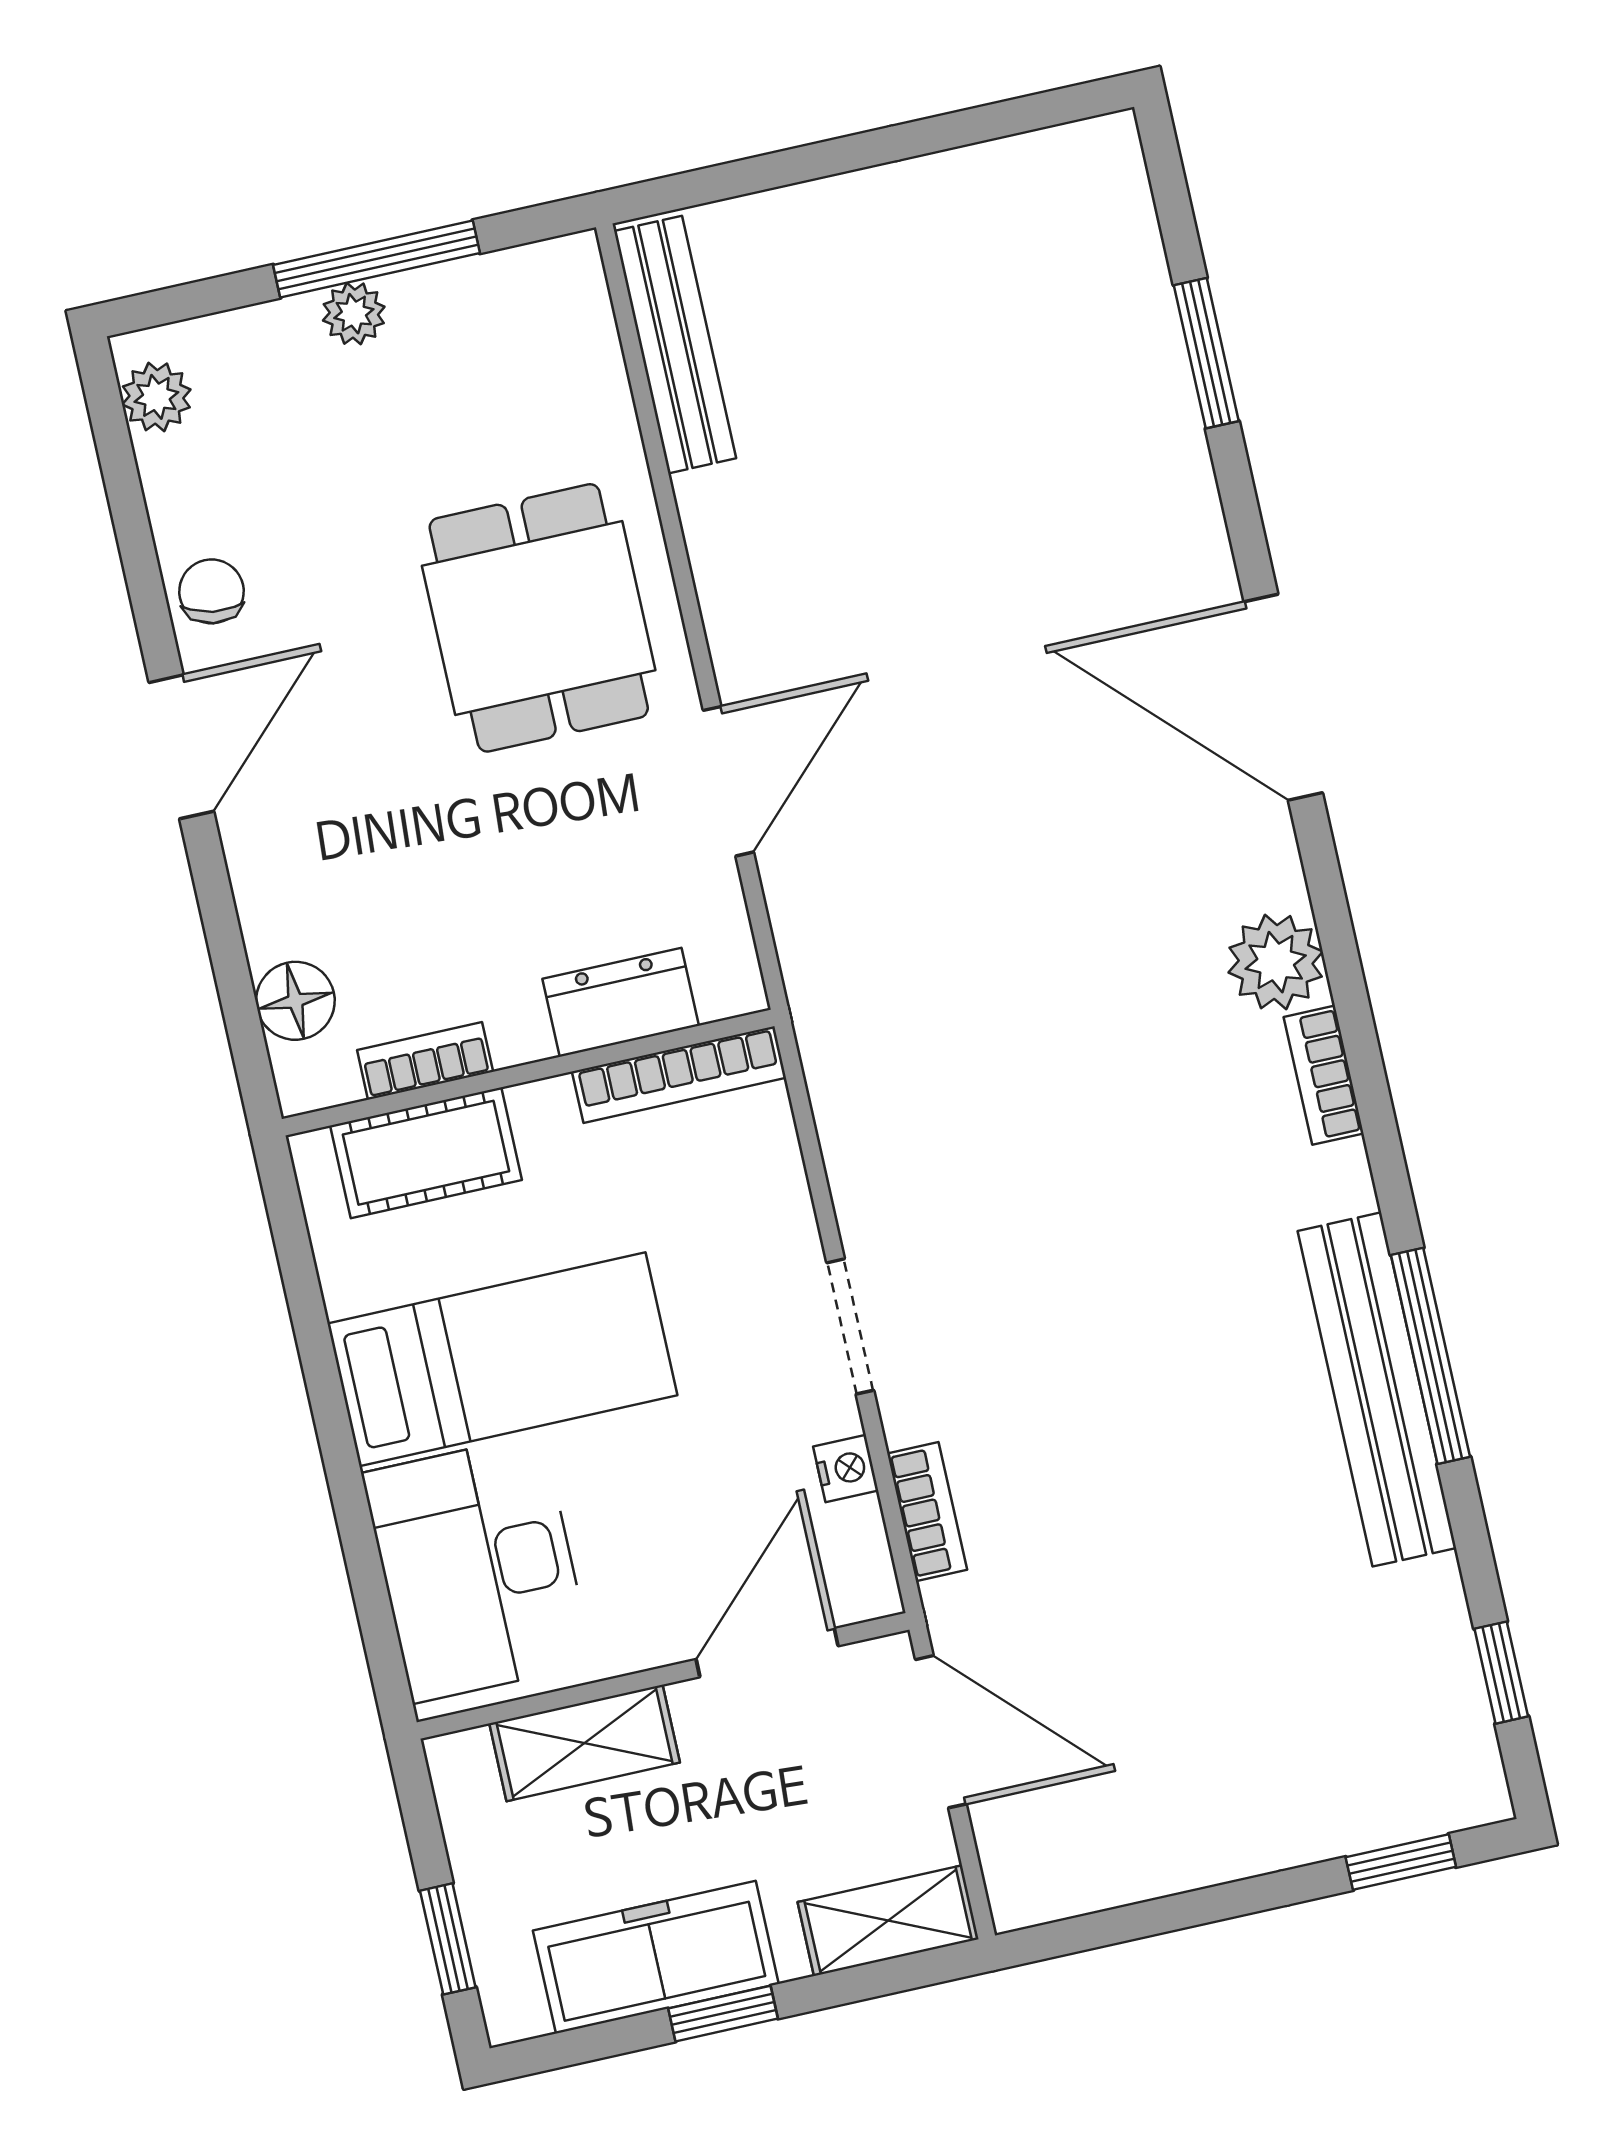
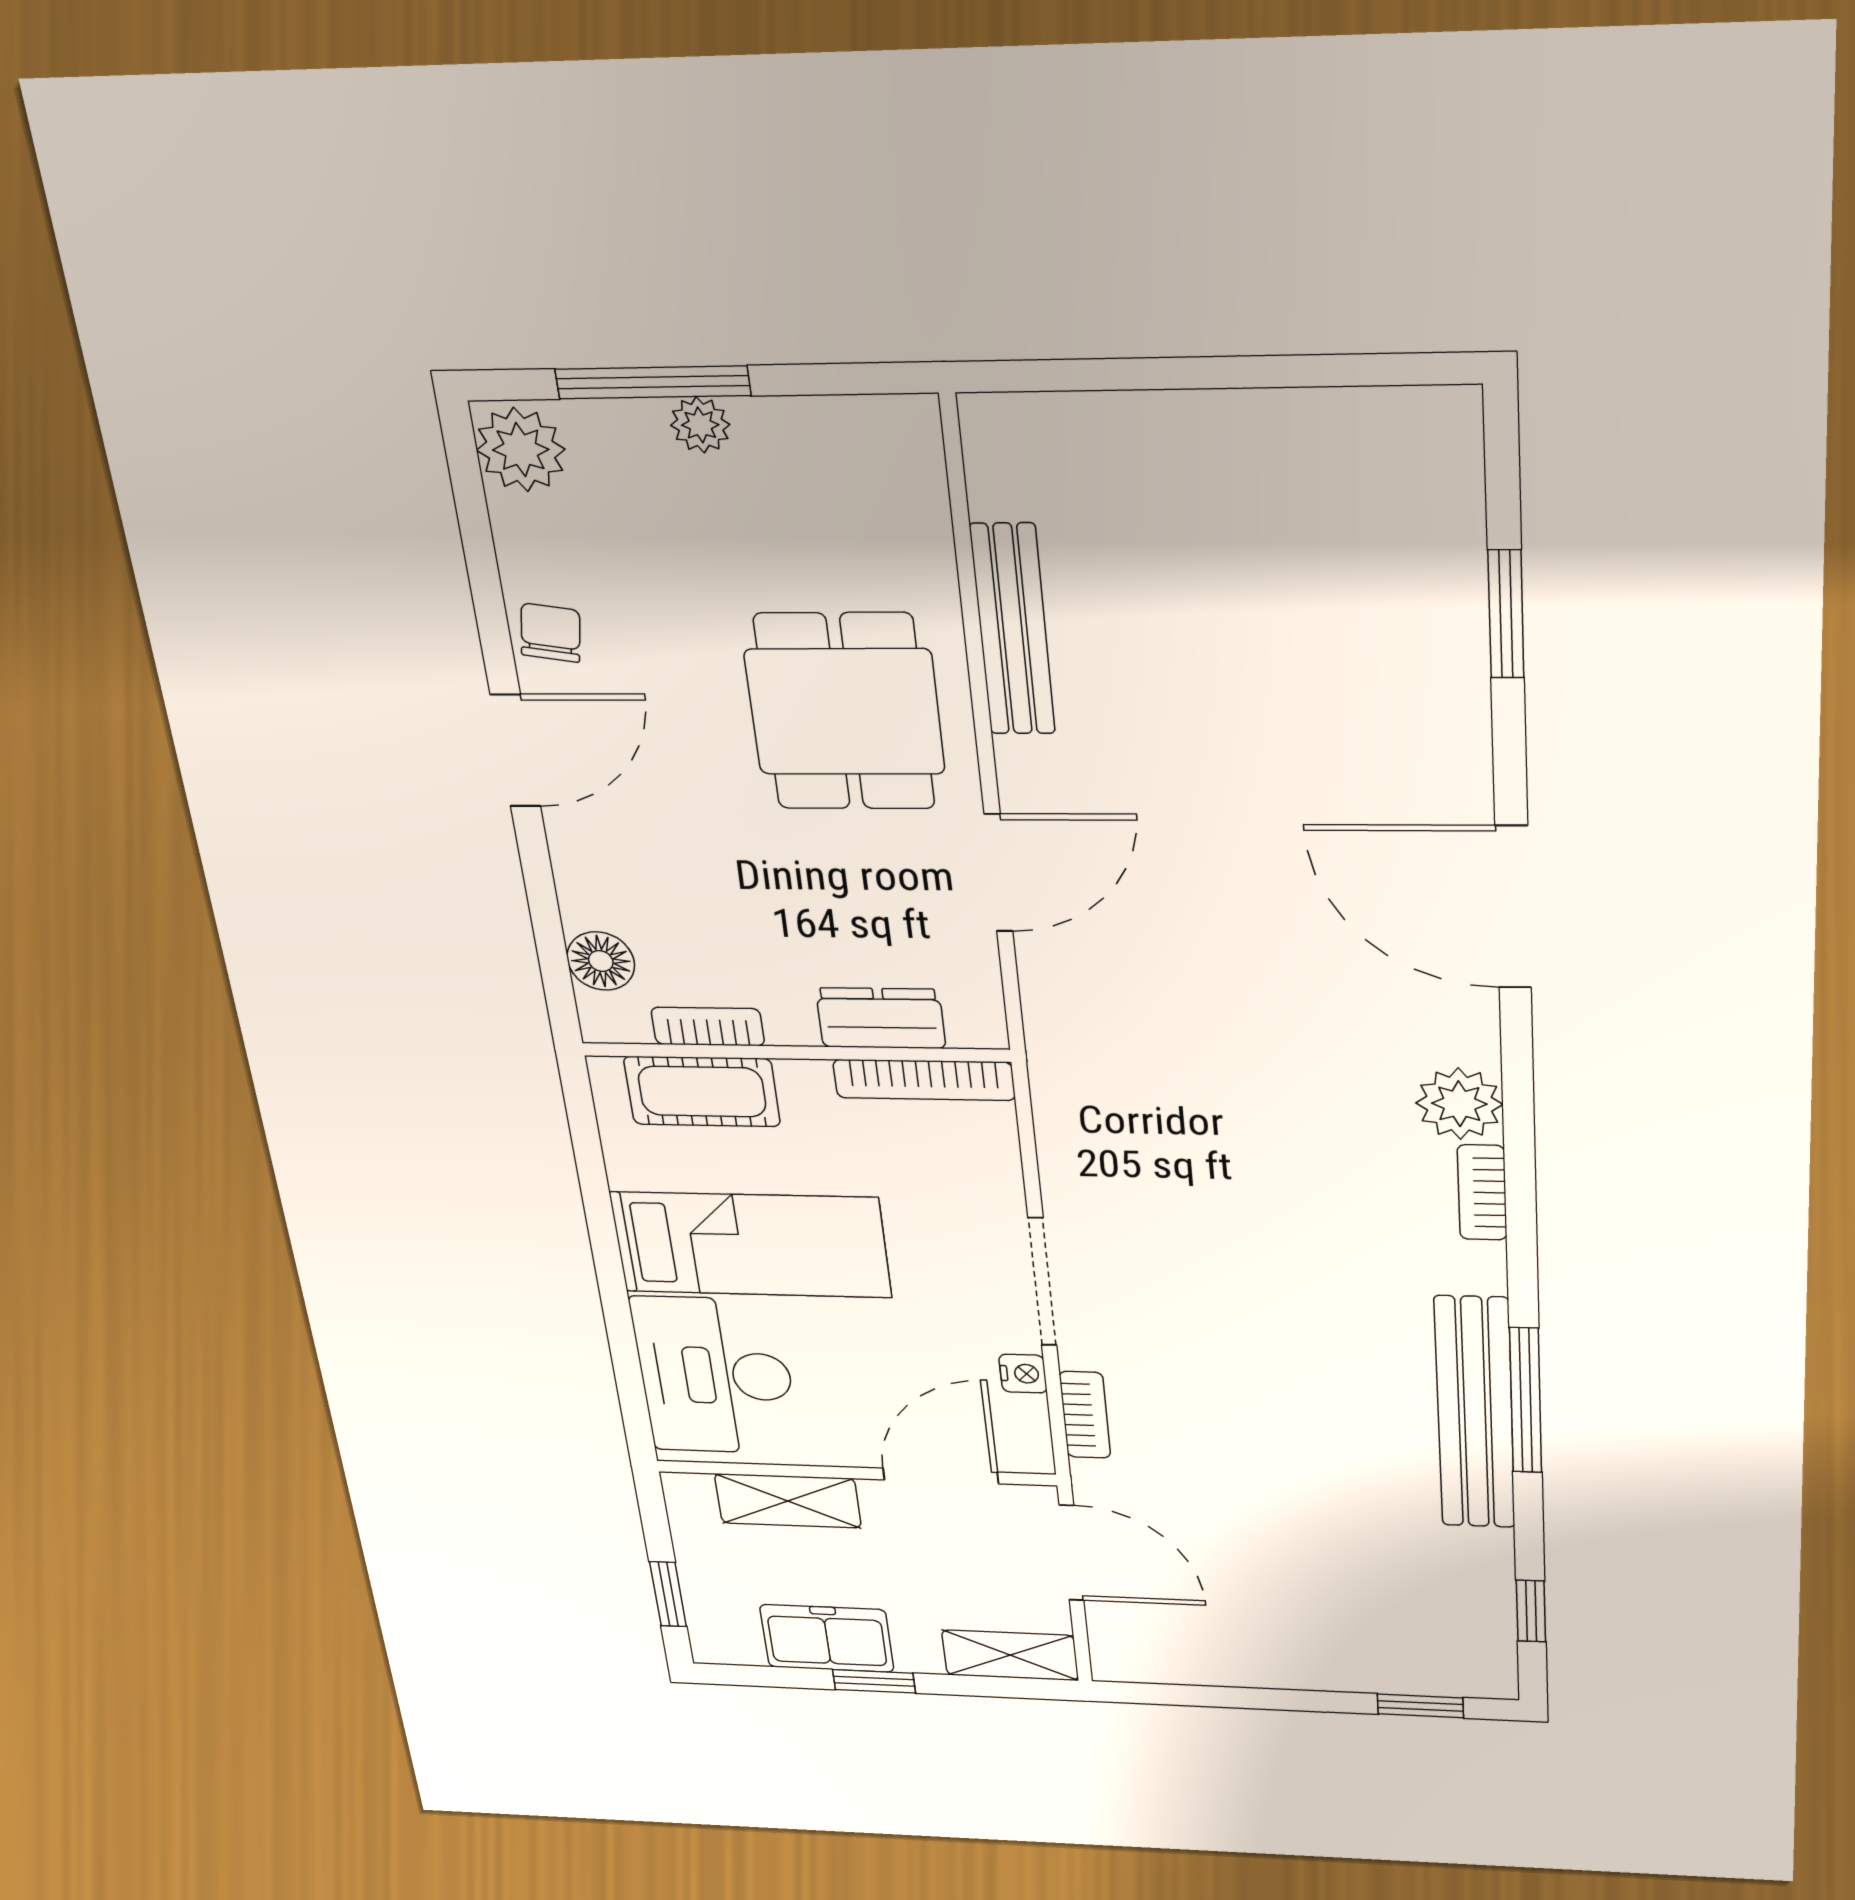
window: (376, 259) -> (653, 382), moved
bench: (675, 345) -> (1013, 630), moved
plant: (156, 397) -> (521, 450), width x1.38, depth x1.38
doorway: (850, 1326) -> (1042, 1282), width x1.38
freezer: (656, 1957) -> (827, 1638), width x0.71

